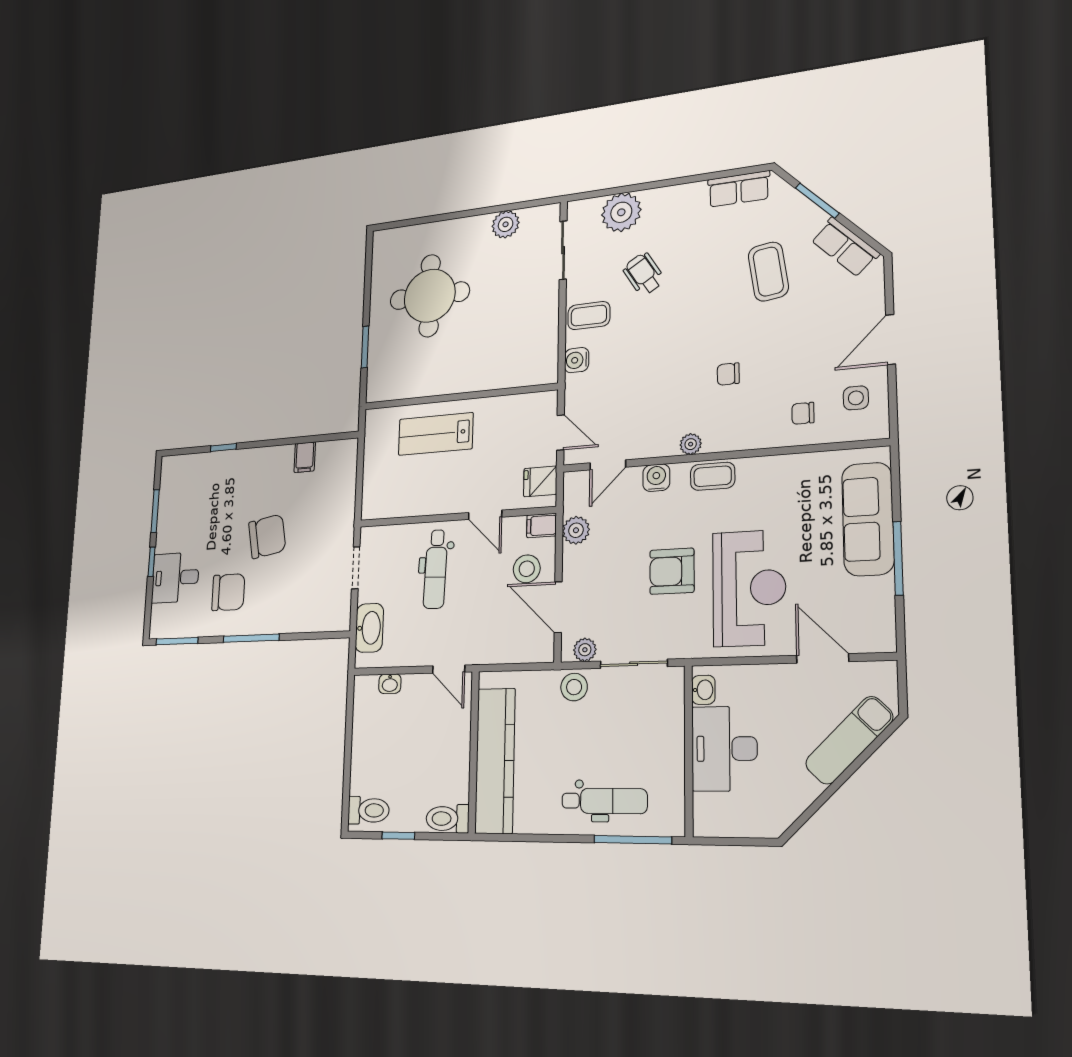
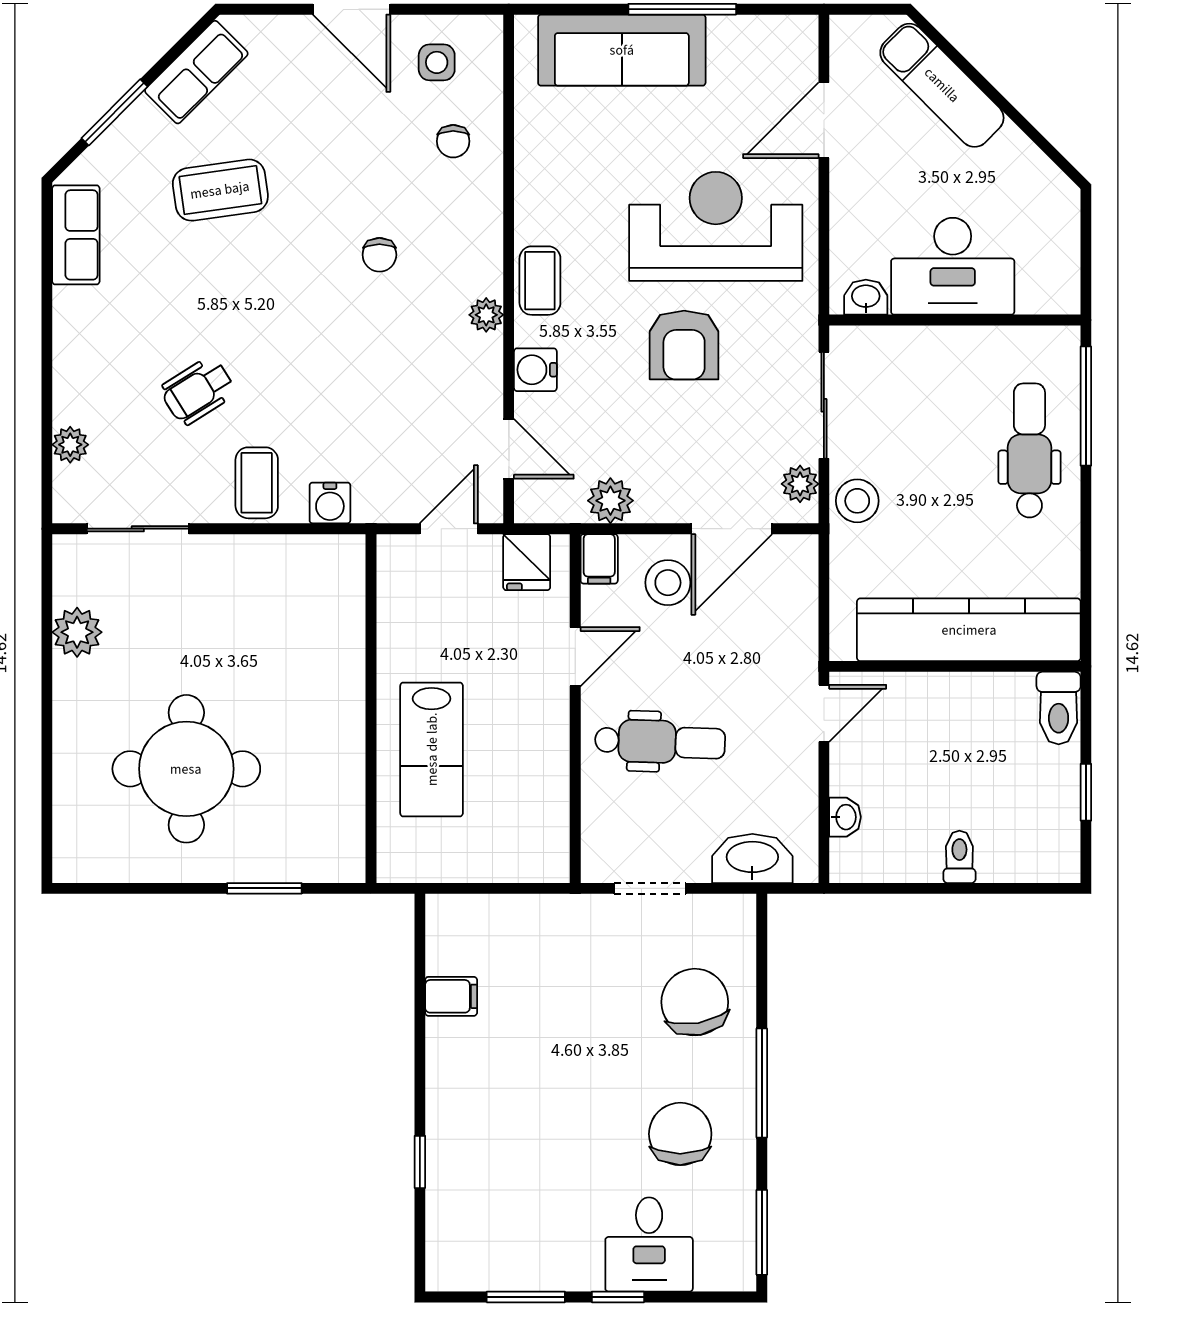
plant: (621, 212) -> (70, 445), width x0.53, depth x0.53
chair: (267, 536) -> (695, 1002), moved
toilet: (369, 810) -> (959, 857), moved, width x0.73, depth x0.72

